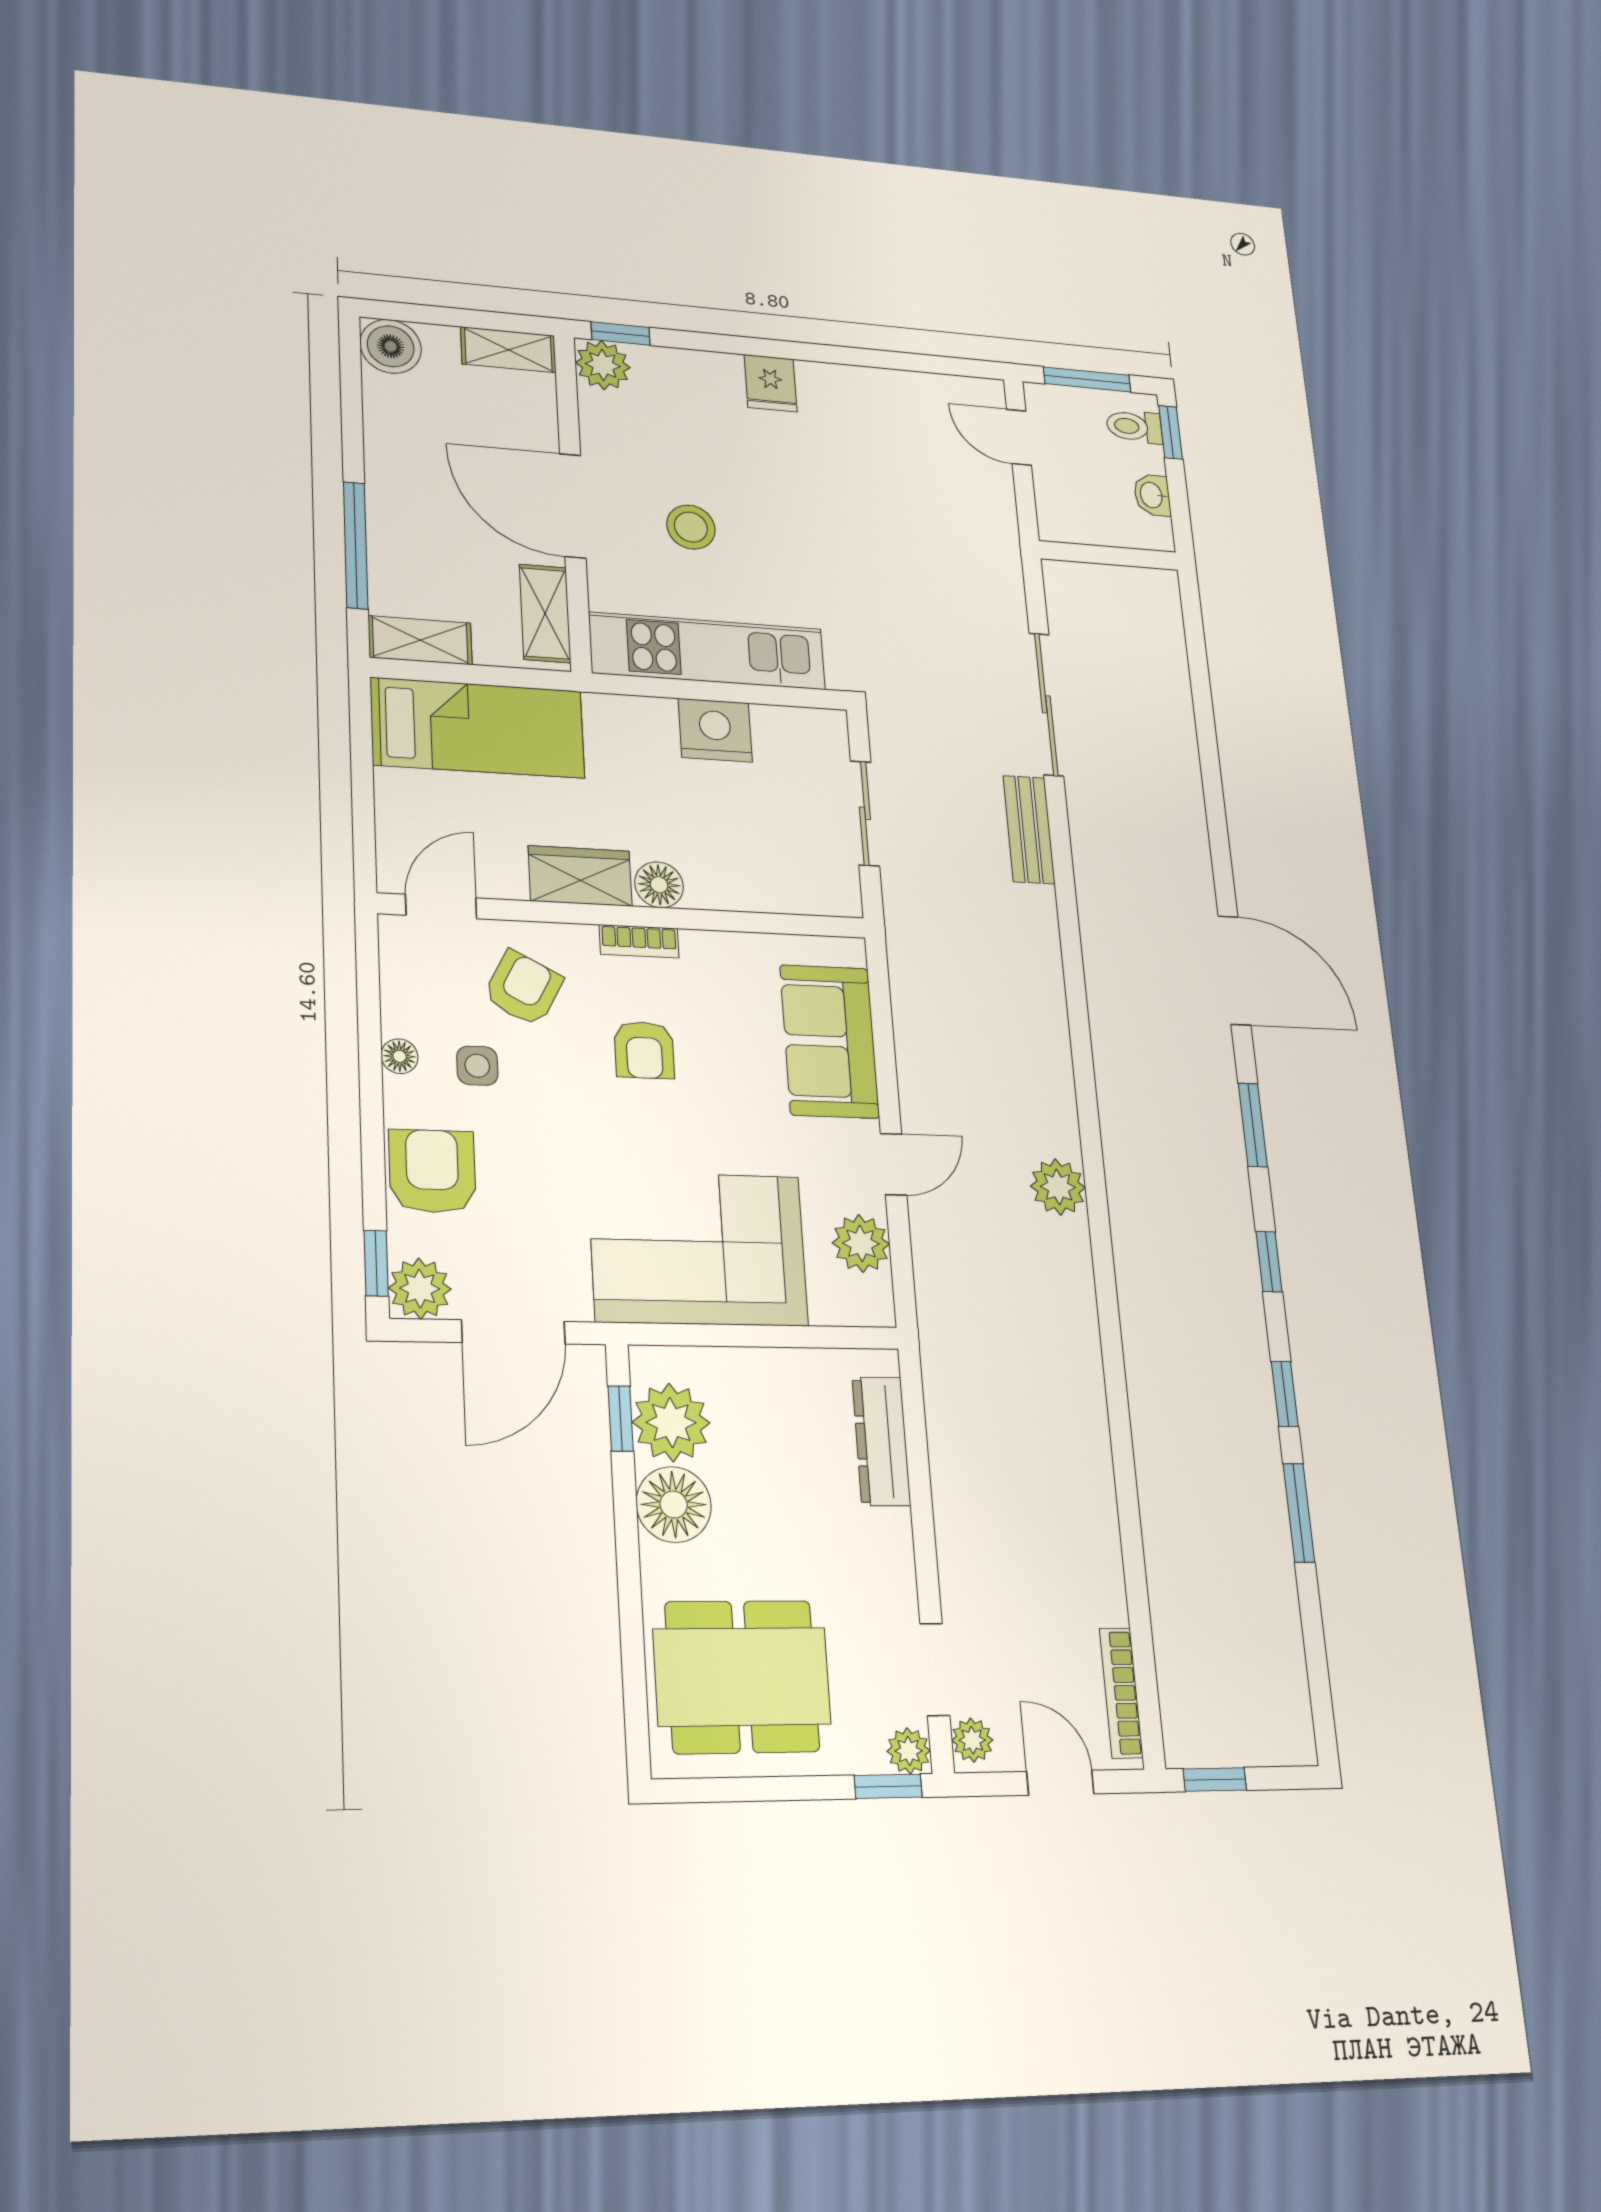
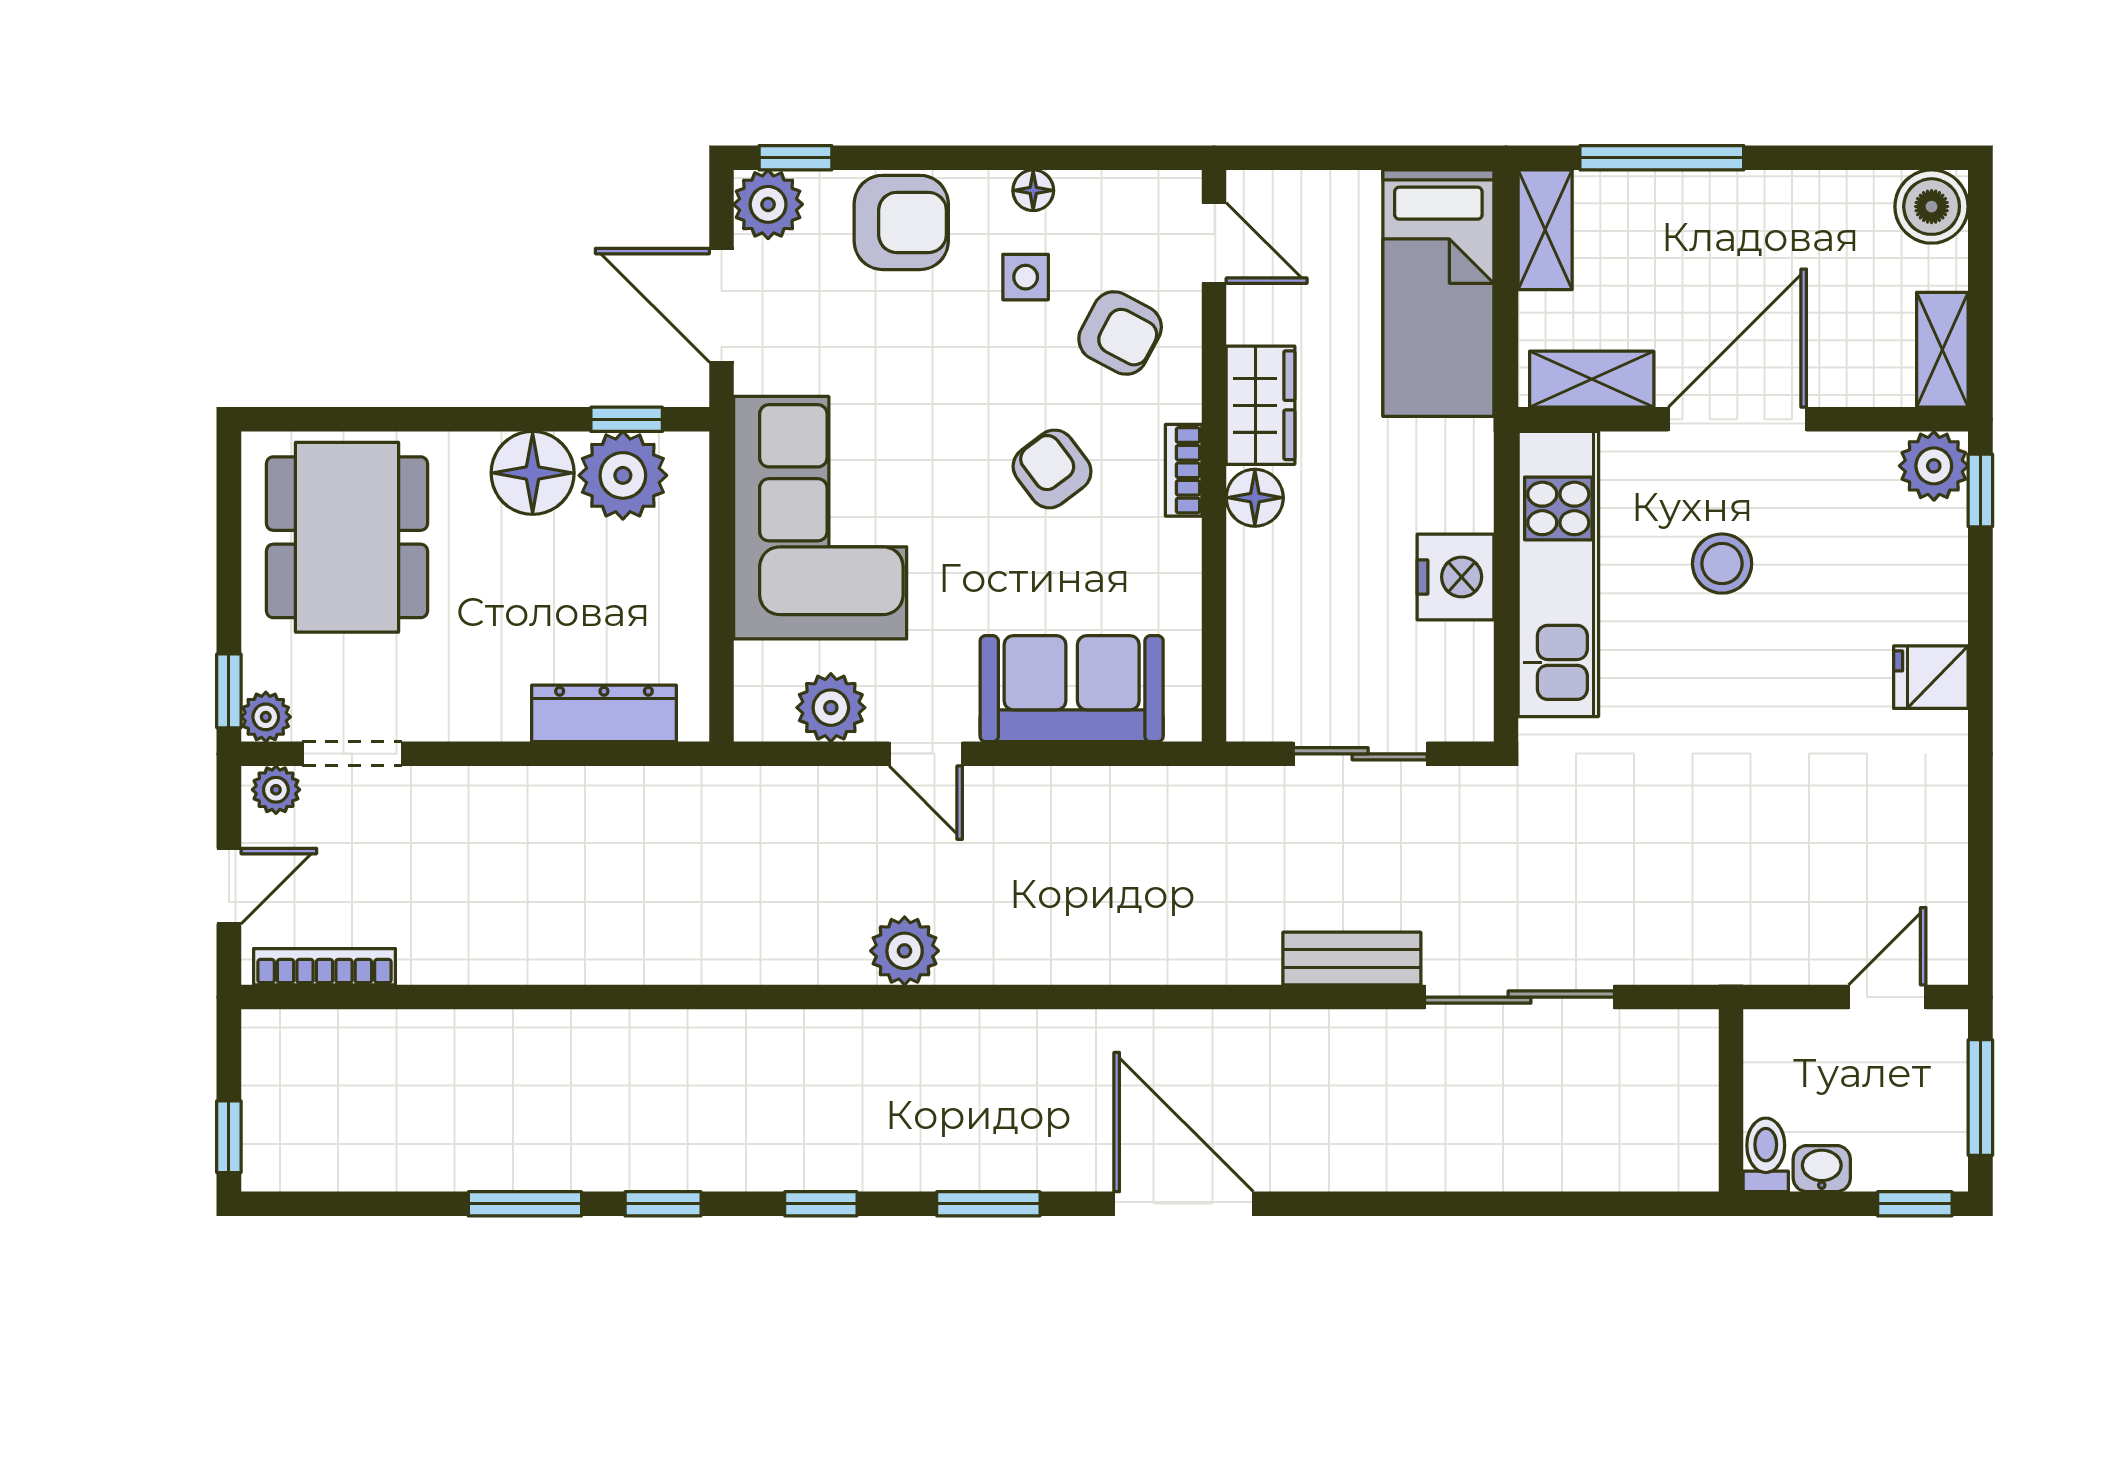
toilet: (1134, 427) -> (1766, 1155), moved
door: (1234, 970) -> (1184, 1204), swing flipped
armchair: (644, 1050) -> (1052, 469), turned 53
window: (1215, 1779) -> (229, 1137), moved

